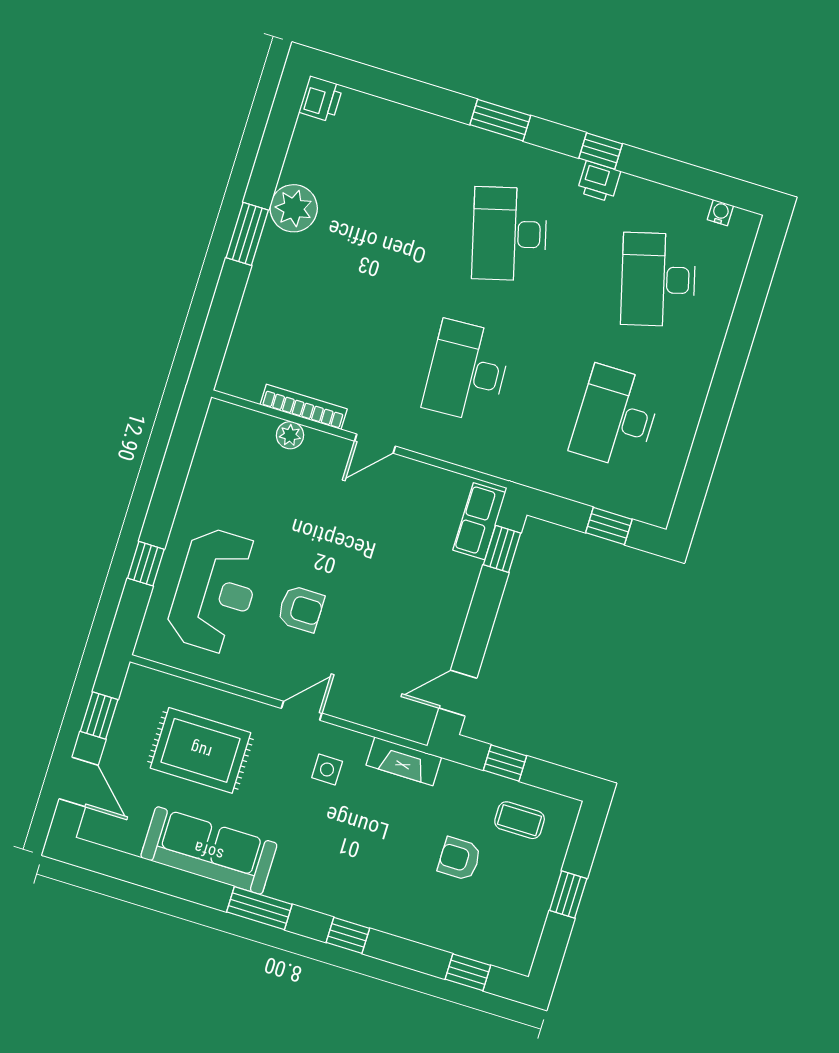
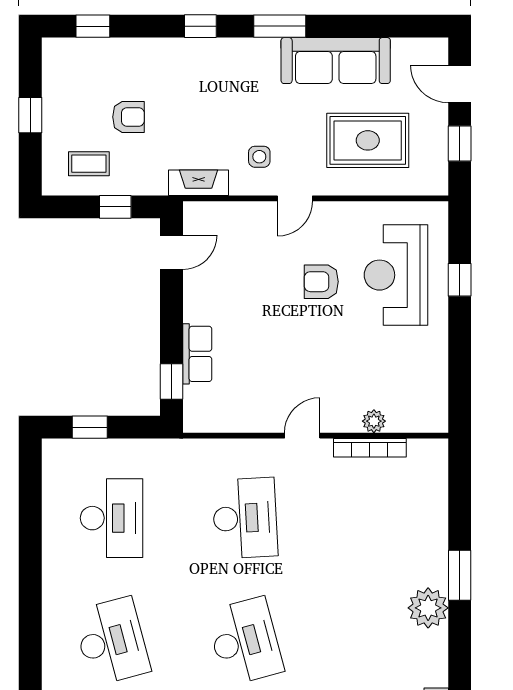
row of seats: (479, 521) -> (197, 354), moved

